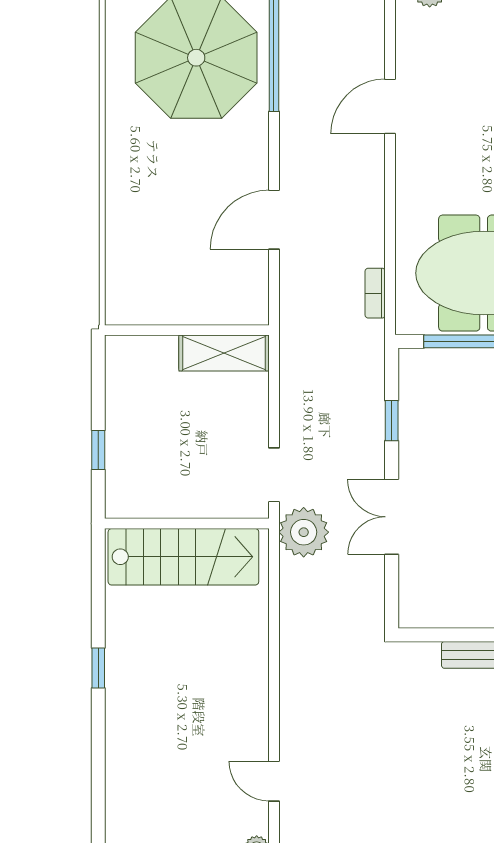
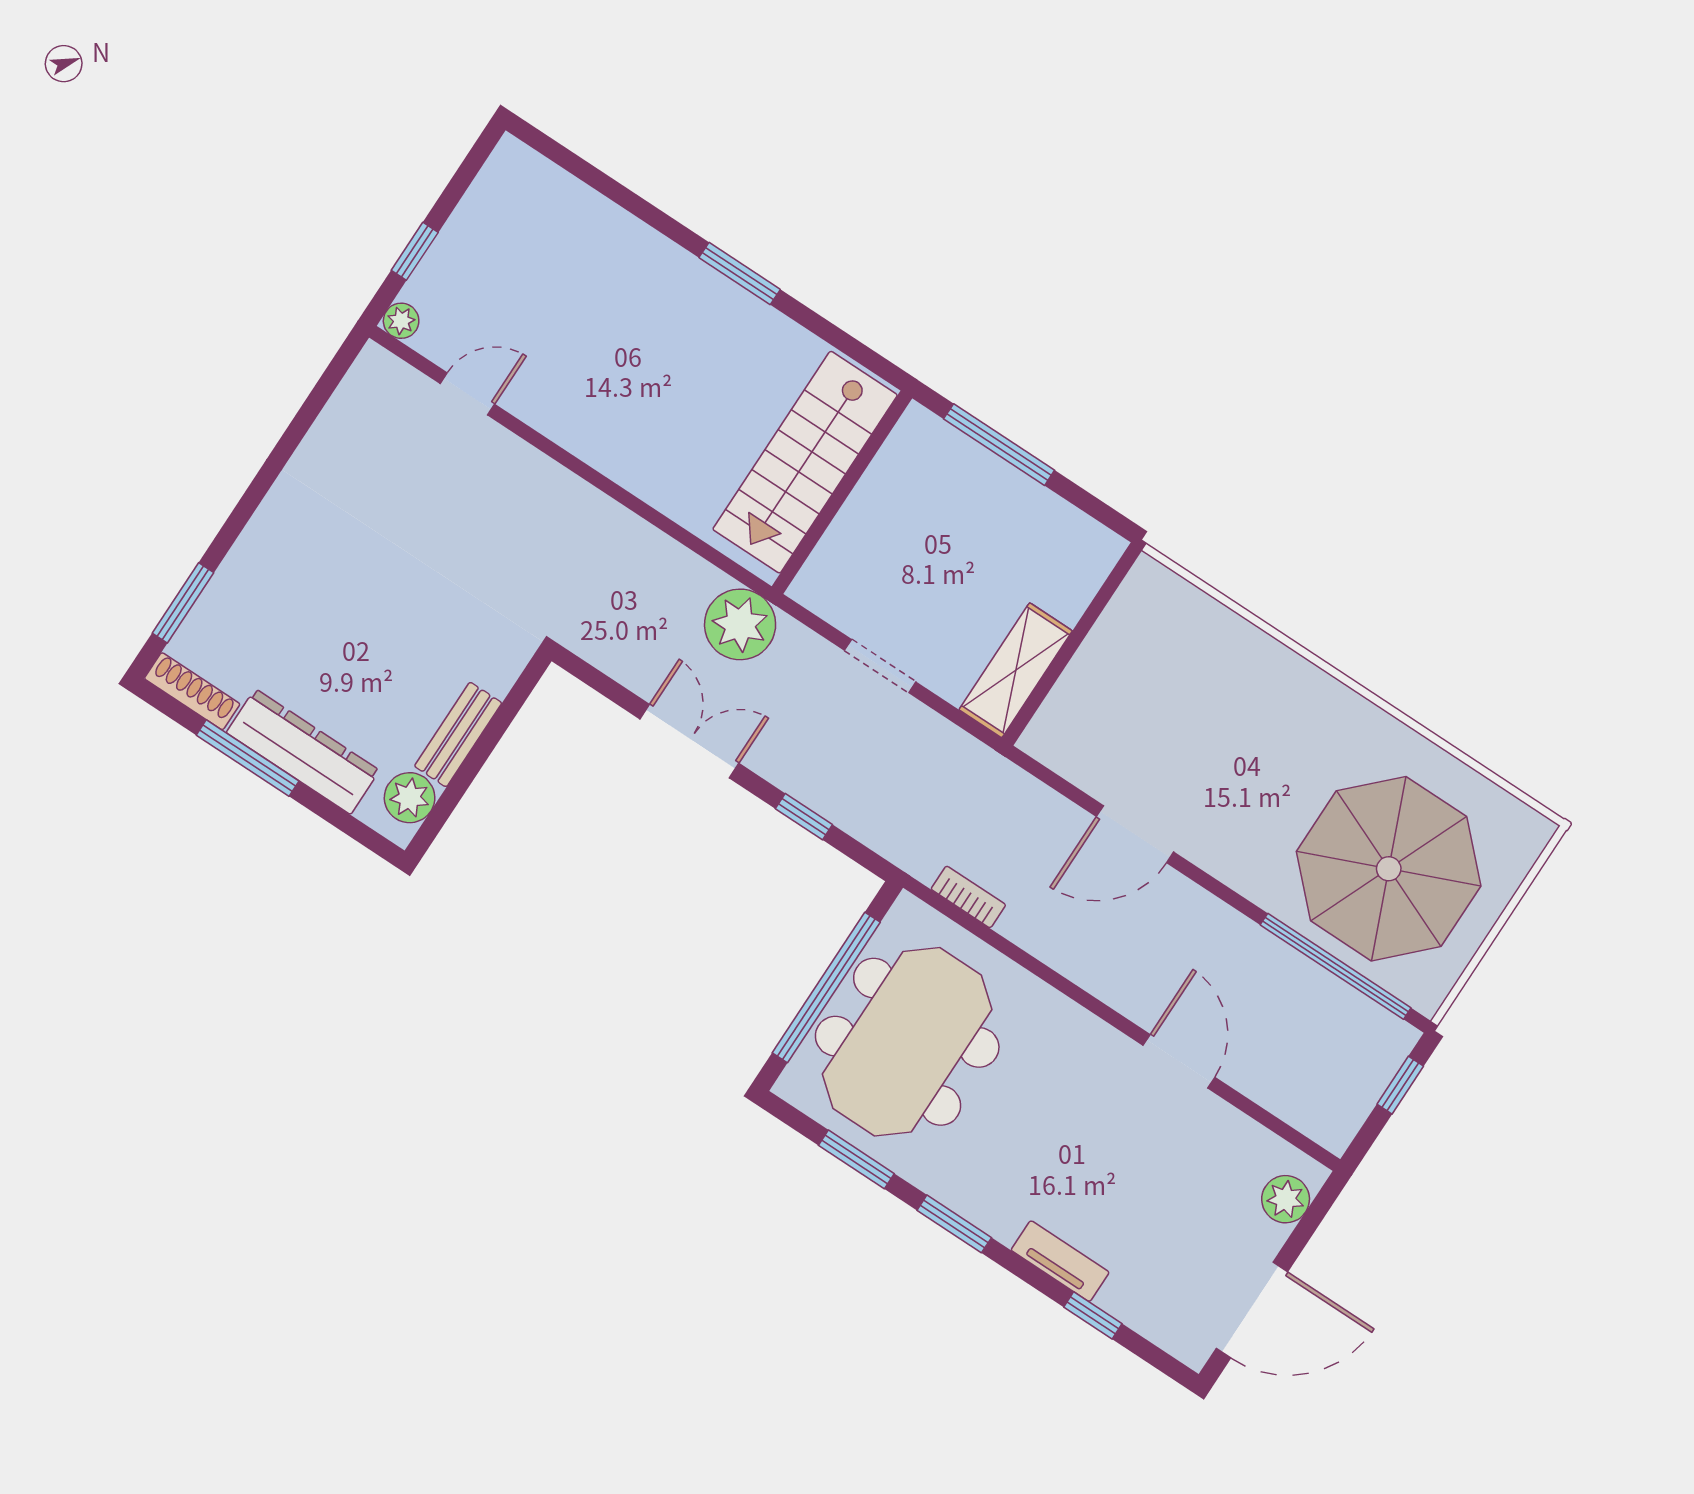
door: (274, 220) -> (1135, 834), swing flipped
window: (98, 450) -> (999, 445), width x2.17
doorway: (274, 475) -> (880, 666), moved
window: (98, 668) -> (740, 274), width x1.50

